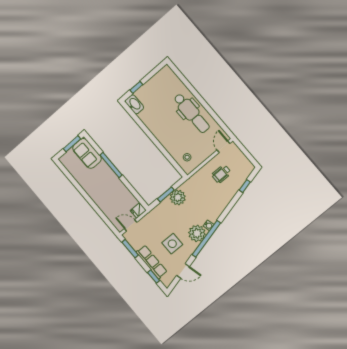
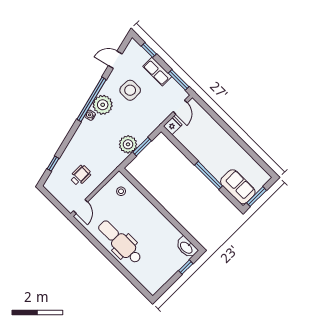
door: (131, 225) -> (180, 107), hinge flipped
row of seats: (152, 262) -> (157, 71), width x0.68

